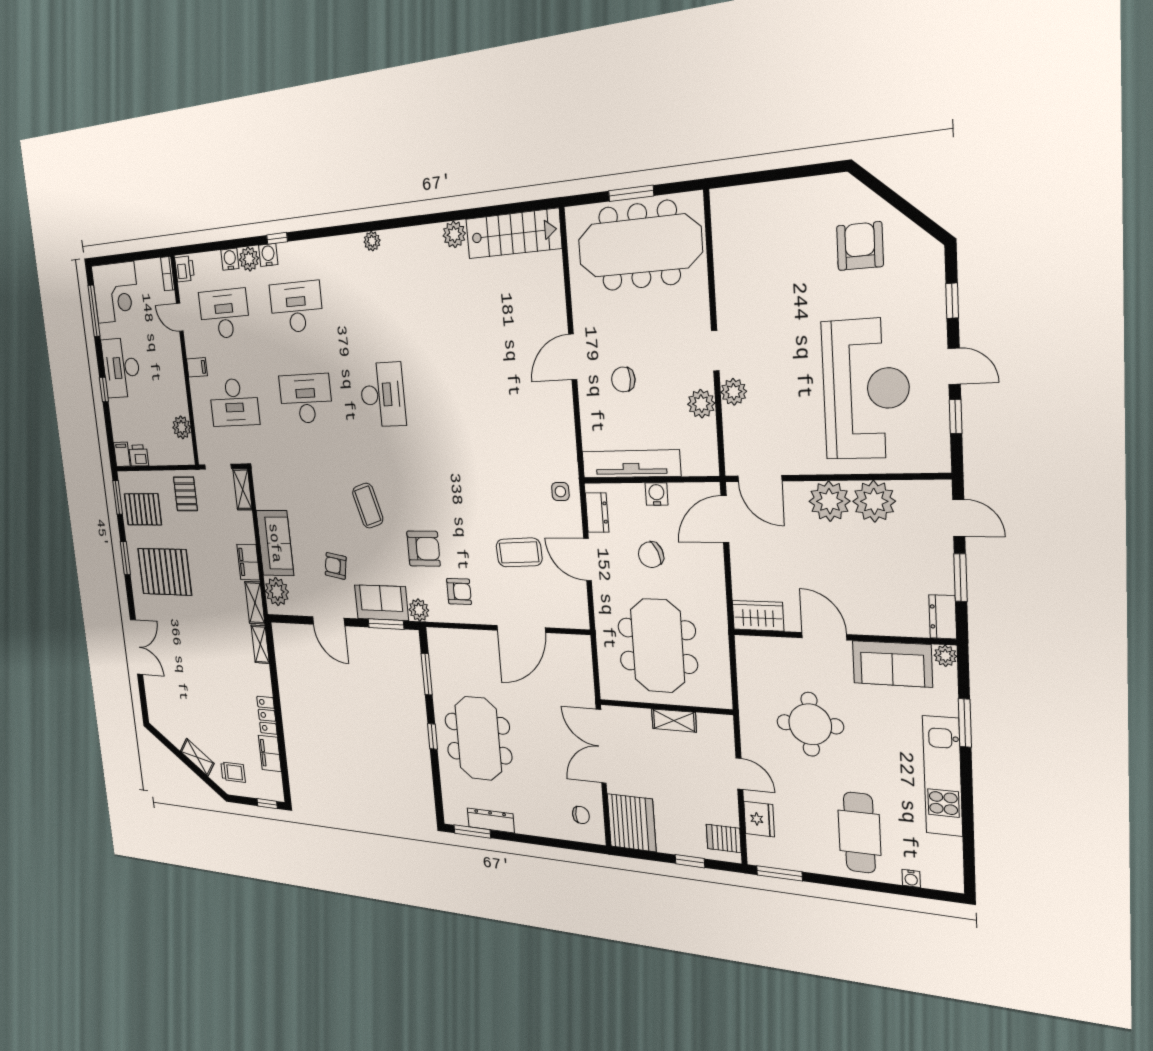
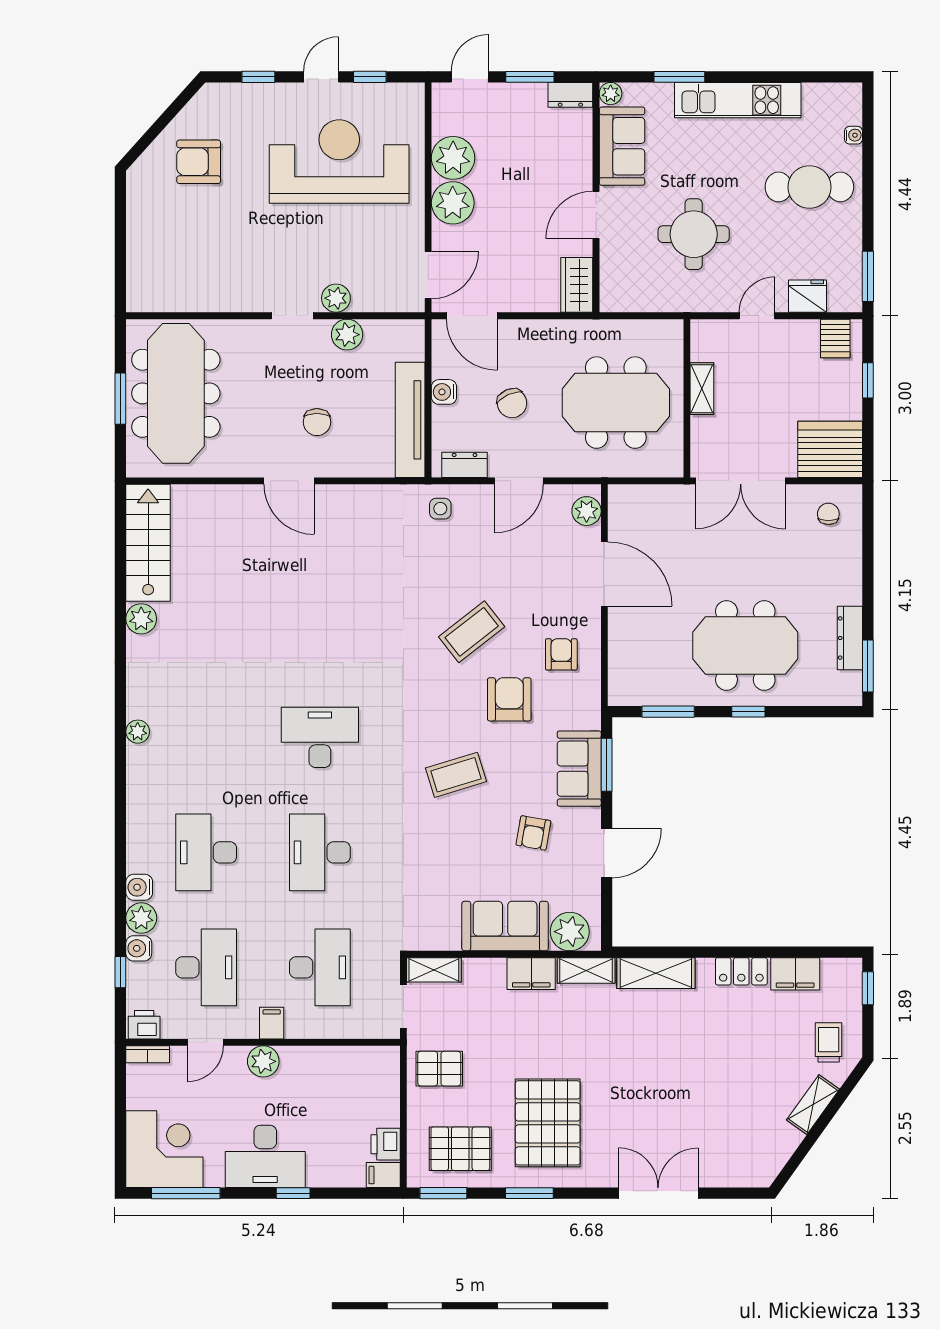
window: (277, 238) -> (120, 972), moved
desk: (224, 314) -> (206, 967), turned 180
plant: (182, 427) -> (263, 1061), moved
pallet: (143, 509) -> (460, 1149), turned 90
coffee table: (519, 552) -> (472, 632), moved, turned 55
plant: (419, 610) -> (587, 511), moved
shelving: (260, 644) -> (656, 973), width x1.50, depth x1.33

